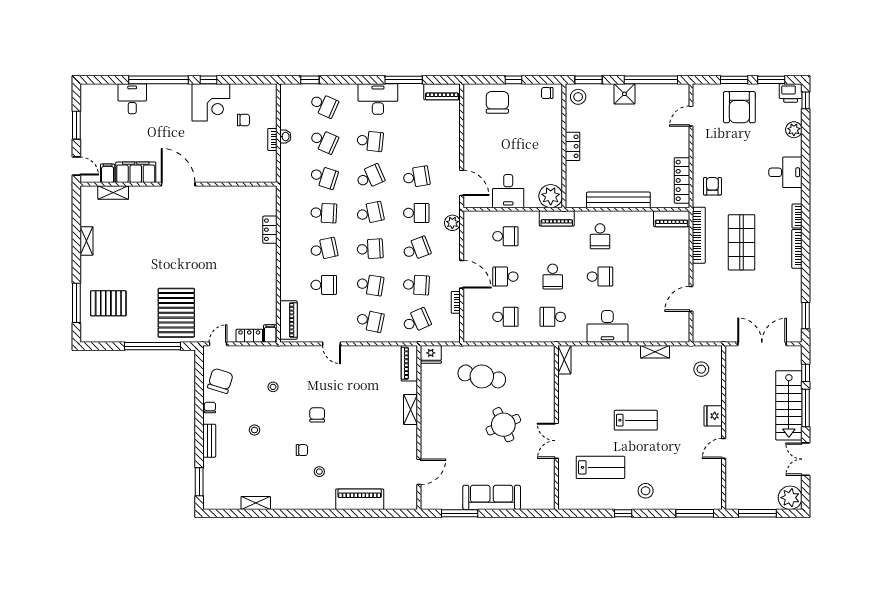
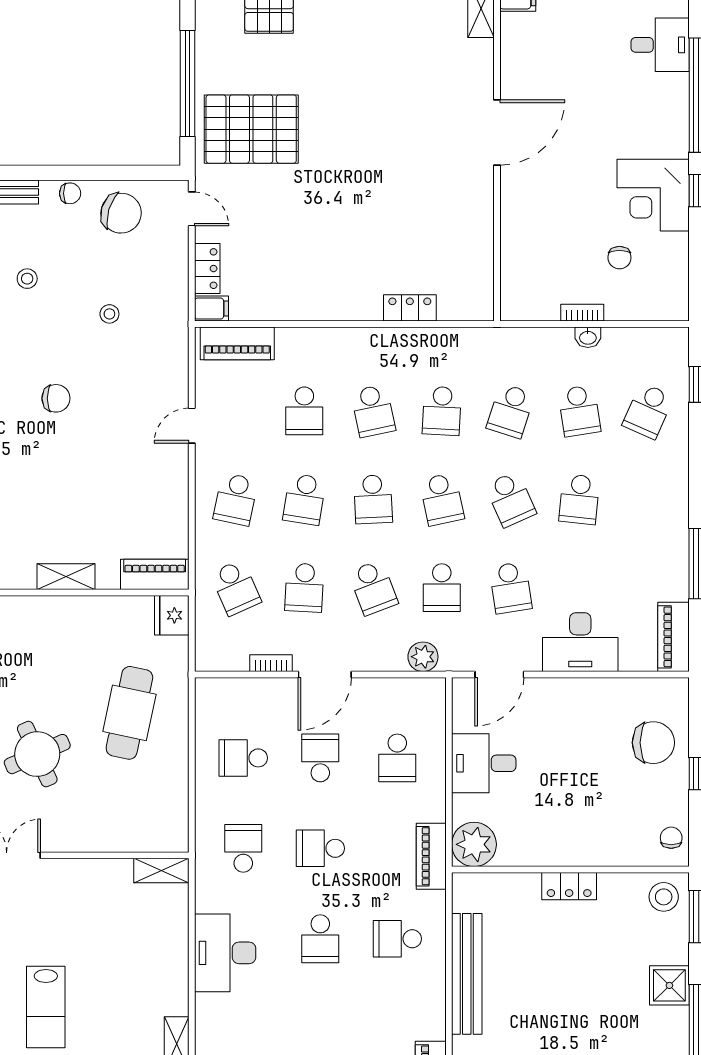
desk: (378, 99) -> (580, 642), moved, turned 90
school desk: (324, 141) -> (579, 411), turned -33
filing cabinet: (136, 172) -> (520, 52), removed
school desk: (505, 317) -> (243, 758), turned 90

